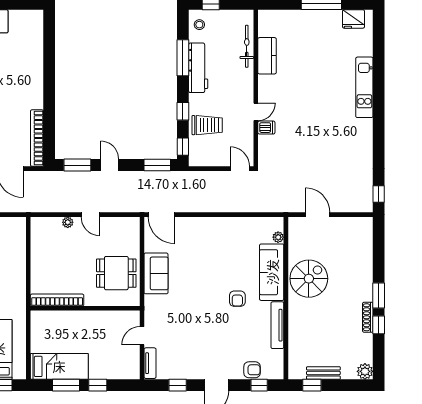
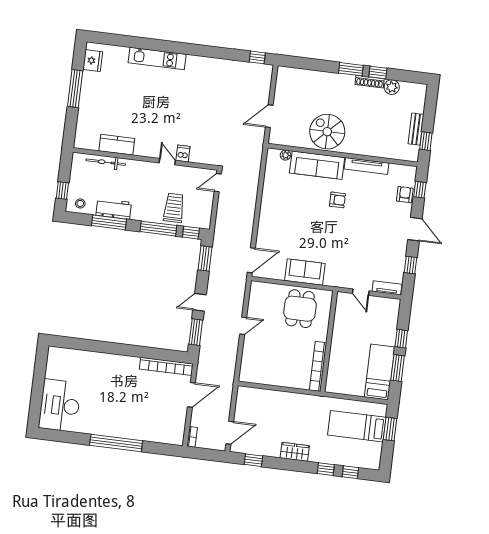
workbench: (198, 68) -> (114, 209), width x0.73
window: (183, 111) -> (158, 229), width x2.17
plant: (68, 222) -> (248, 348), removed
plant: (365, 371) -> (392, 87), moved

